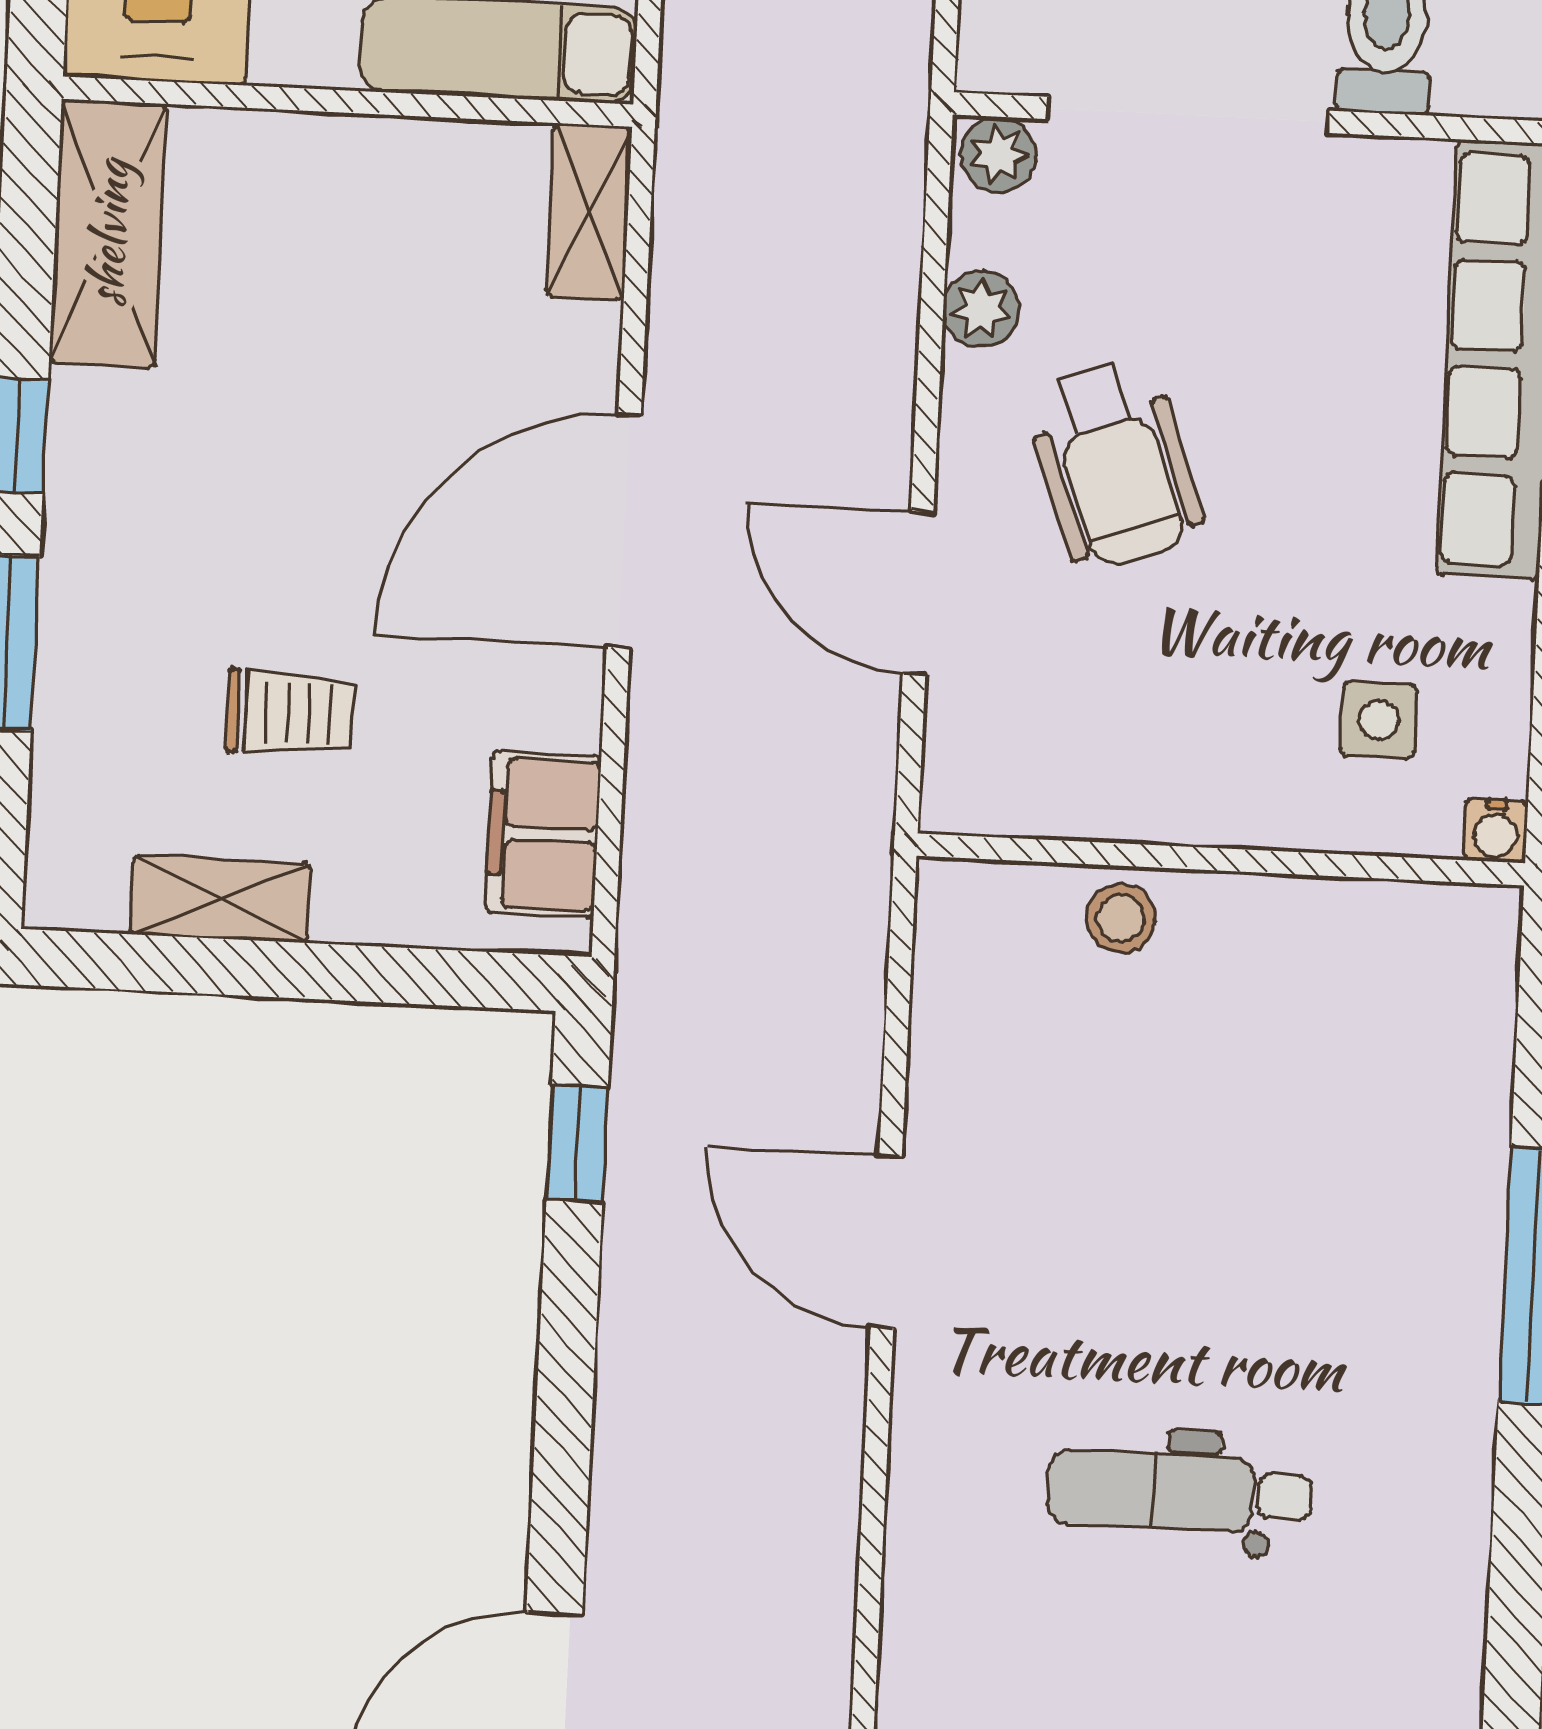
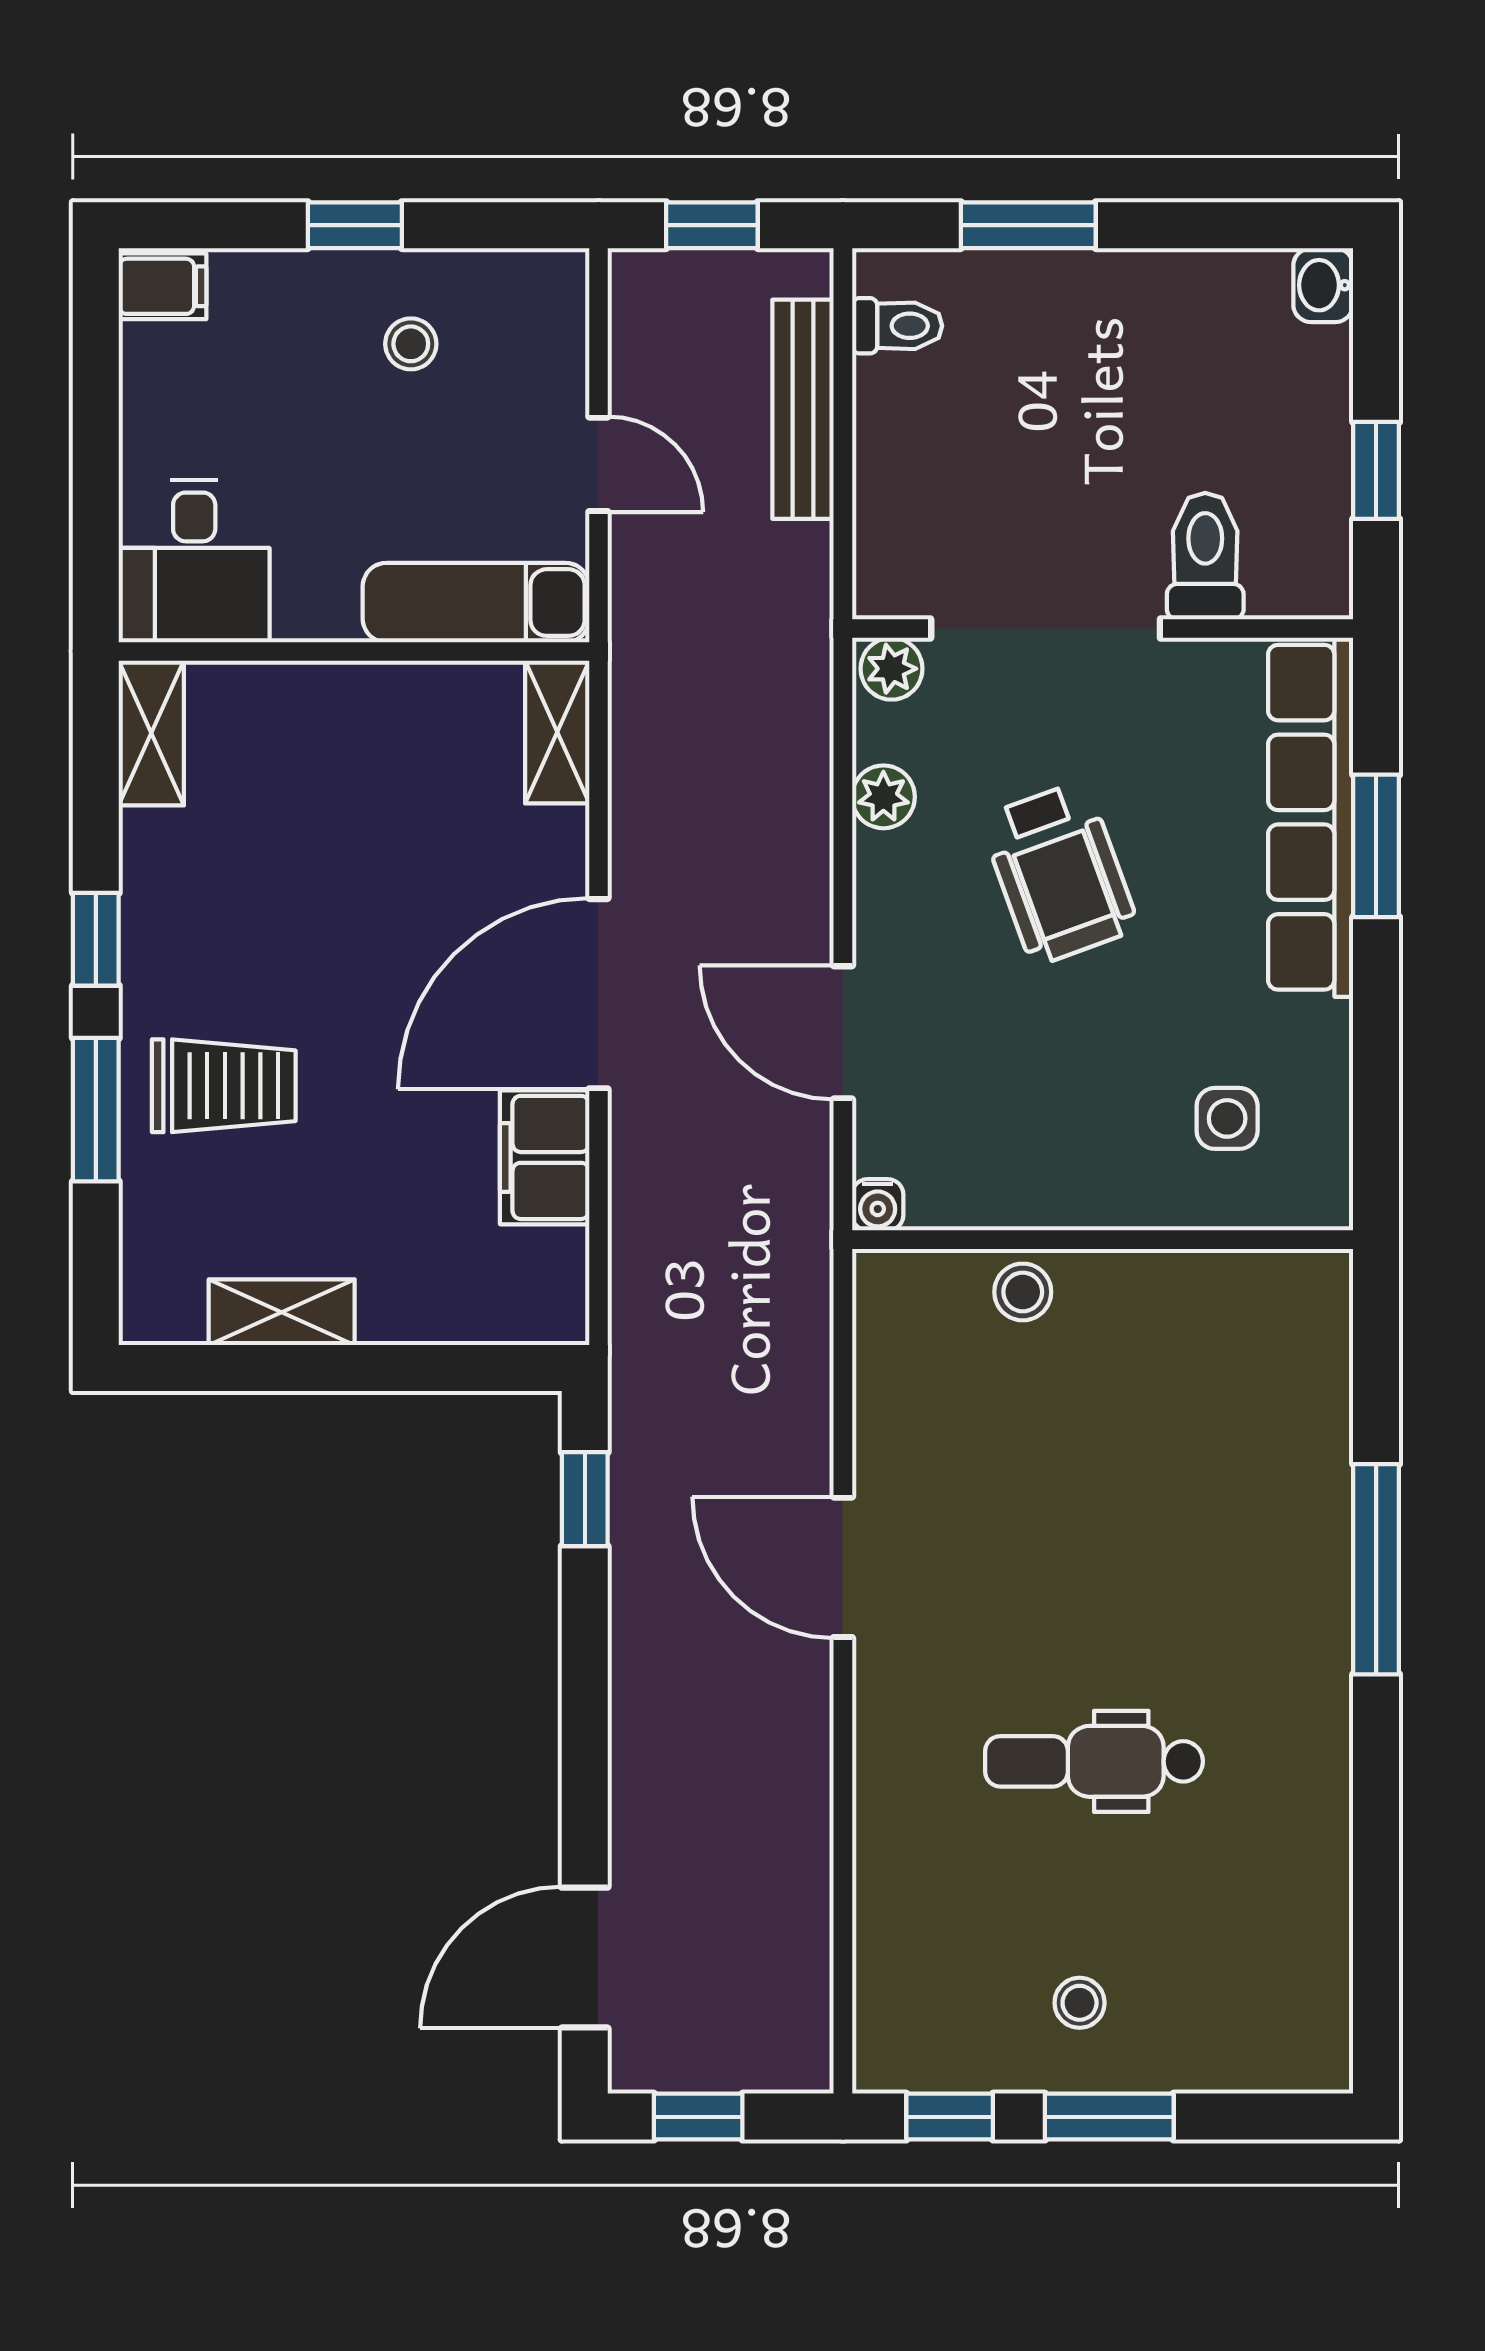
shelving: (108, 233) -> (151, 733), width x0.67, depth x0.75
wheelchair: (1115, 464) -> (1059, 873), moved
trolley: (290, 713) -> (224, 1086), moved, width x1.36, depth x1.39
water cooler: (1496, 831) -> (878, 1205), moved
filing cabinet: (544, 834) -> (545, 1157), moved

